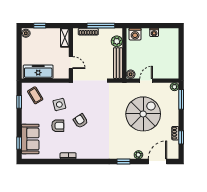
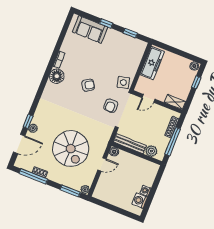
washing machine: (135, 34) -> (140, 201), moved
door: (146, 81) -> (102, 164), hinge flipped
coffee table: (35, 95) -> (130, 51), removed
side table: (59, 104) -> (123, 83), moved
armchair: (58, 126) -> (111, 106), moved
window: (181, 137) -> (33, 176), width x2.17
window: (19, 143) -> (106, 23), moved
floor lamp: (84, 152) -> (57, 76), added
window: (124, 162) -> (28, 121), moved
door: (157, 162) -> (19, 144), hinge flipped

